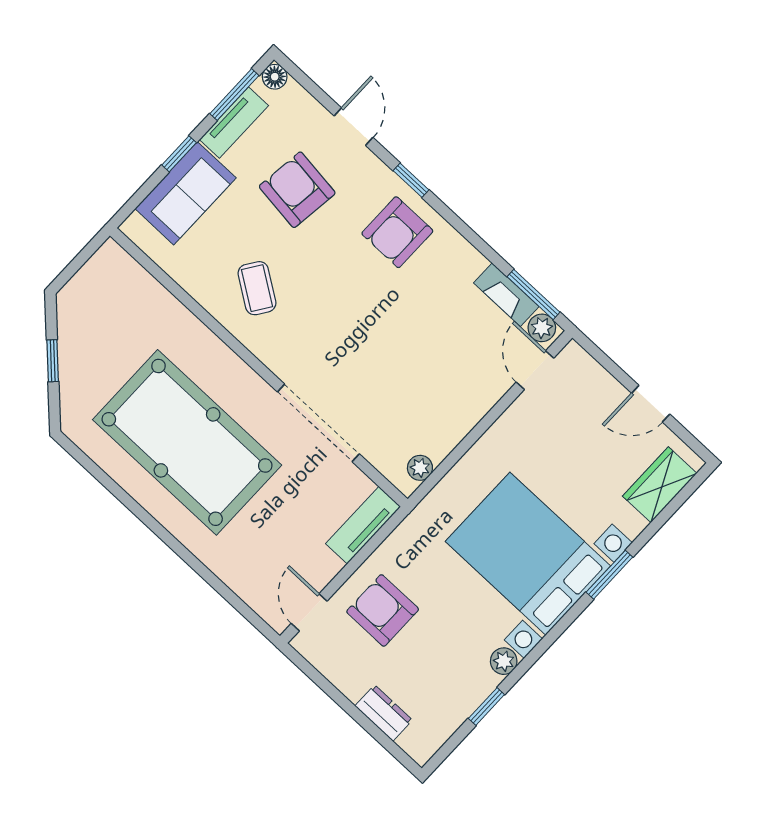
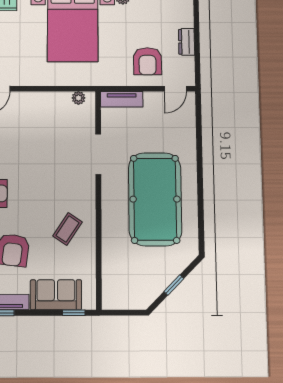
window: (179, 154) -> (74, 313), moved
doorway: (318, 423) -> (98, 154), width x0.73
dresser: (384, 713) -> (186, 42), moved

